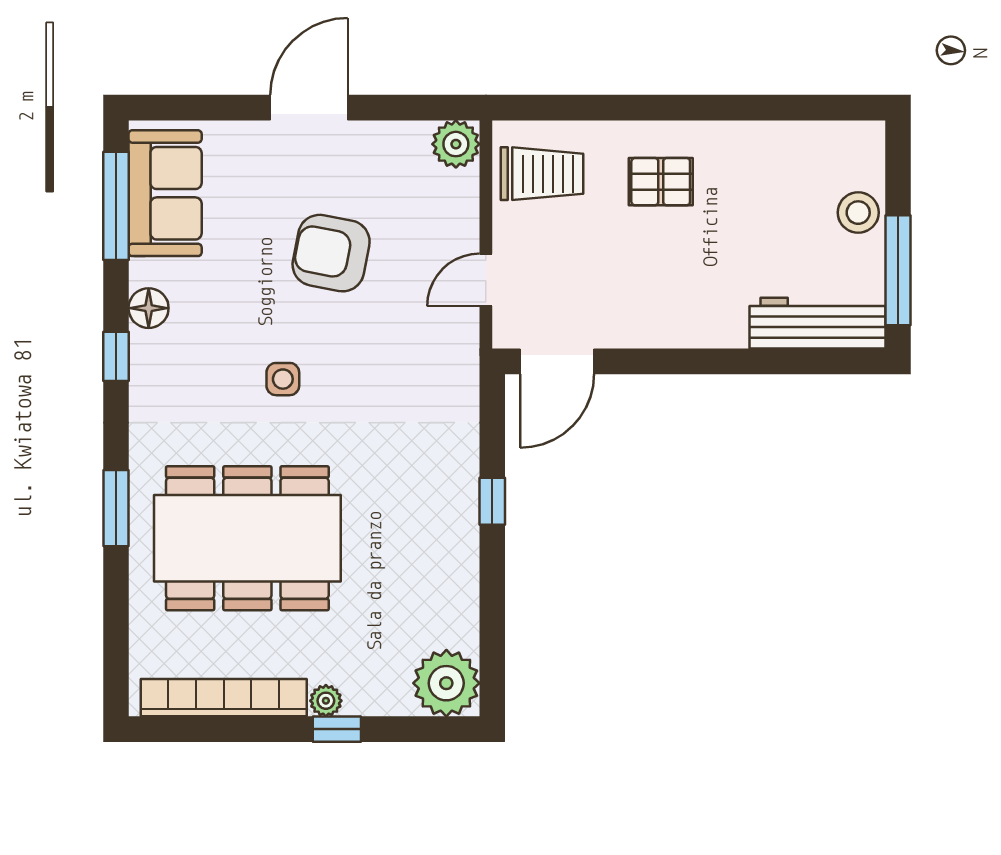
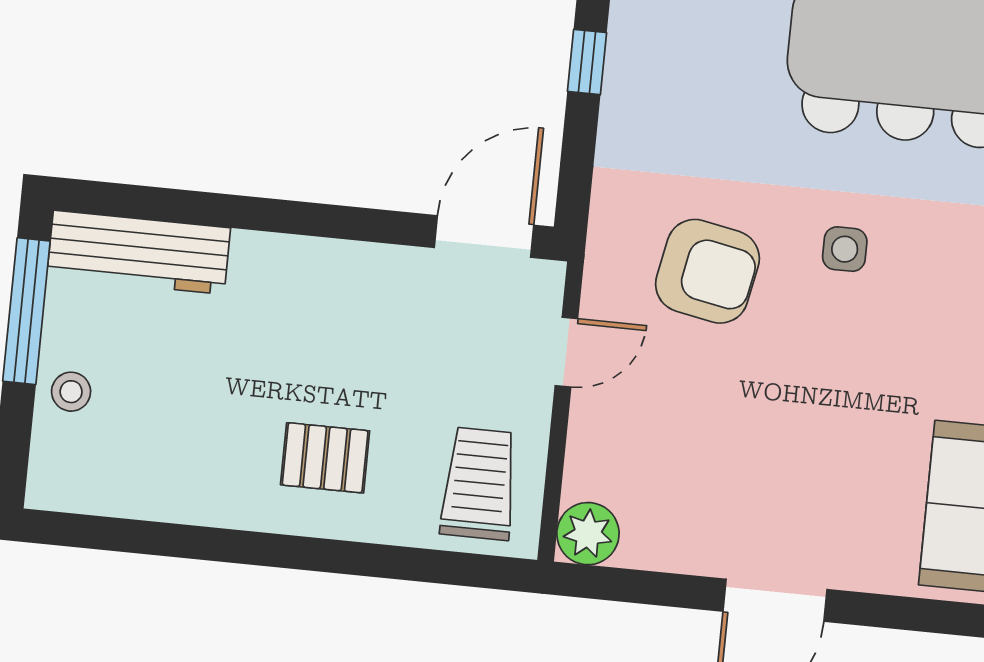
trolley: (542, 174) -> (479, 484), turned 90
stool: (858, 213) -> (71, 392), width x0.73, depth x0.73
armchair: (331, 253) -> (707, 271), moved

